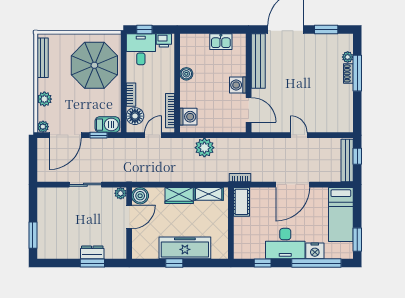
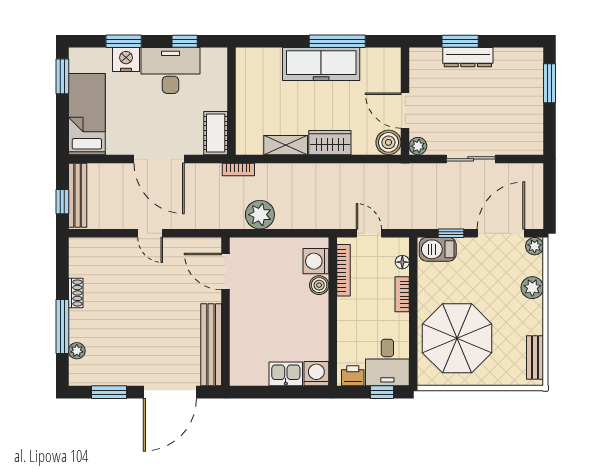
kitchen sink: (221, 42) -> (286, 374), moved
bench: (43, 58) -> (535, 357), width x0.73
shoe rack: (348, 73) -> (76, 293), moved
boiler: (186, 74) -> (319, 285), moved
washing machine: (238, 85) -> (316, 374), moved, turned -90
floor lamp: (135, 116) -> (402, 262), width x0.53, depth x0.53
door: (153, 135) -> (369, 233), swing flipped
plant: (204, 148) -> (260, 215), moved
door: (293, 185) -> (159, 159), swing flipped
cot: (241, 202) -> (216, 133), moved
door: (129, 217) -> (405, 111), hinge flipped
wall: (231, 223) -> (232, 101), moved
dresser: (92, 252) -> (468, 57), width x1.44
window: (174, 263) -> (337, 41), width x2.17
window: (263, 263) -> (185, 41), moved
window: (316, 263) -> (124, 41), width x0.47

